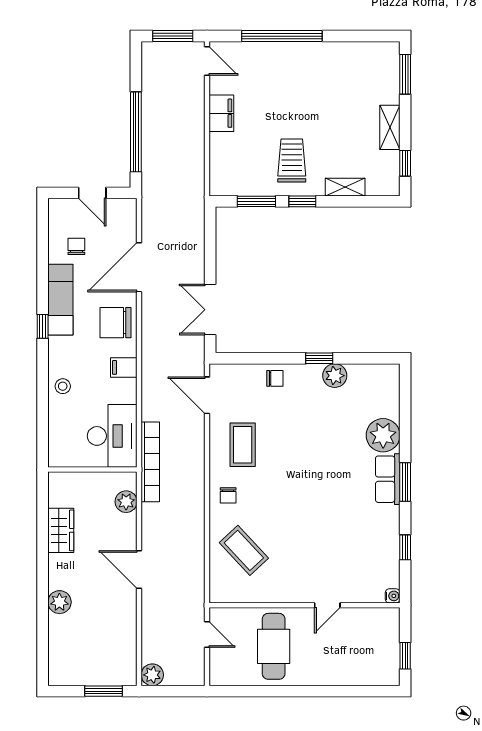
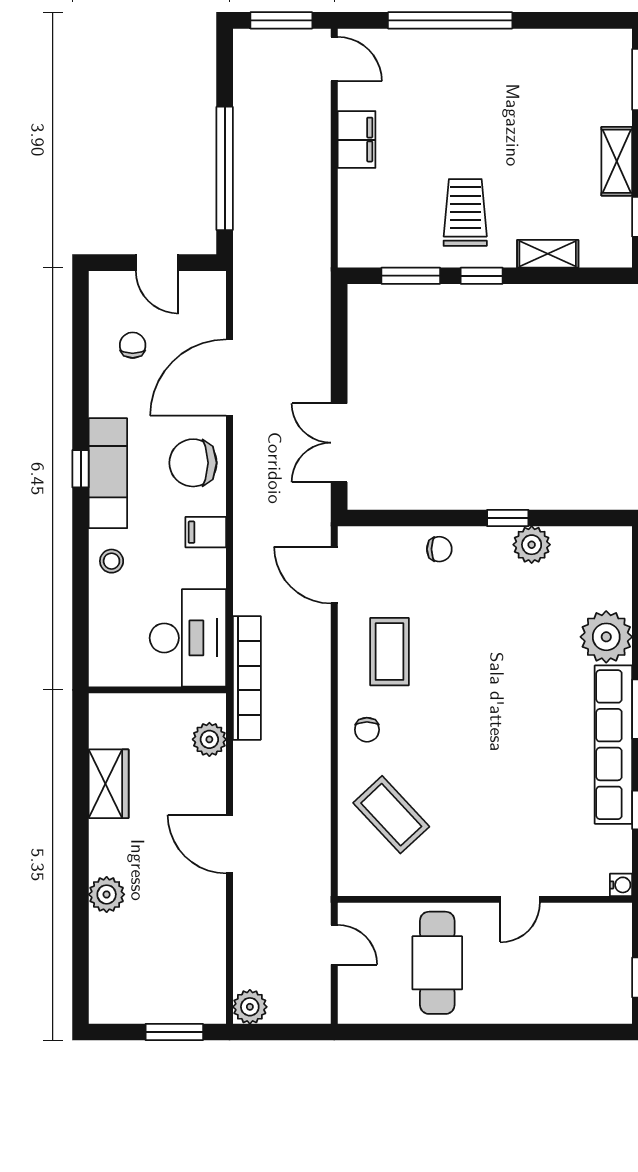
exam couch: (60, 300) -> (108, 473), moved
row of seats: (388, 479) -> (613, 745), width x2.02

